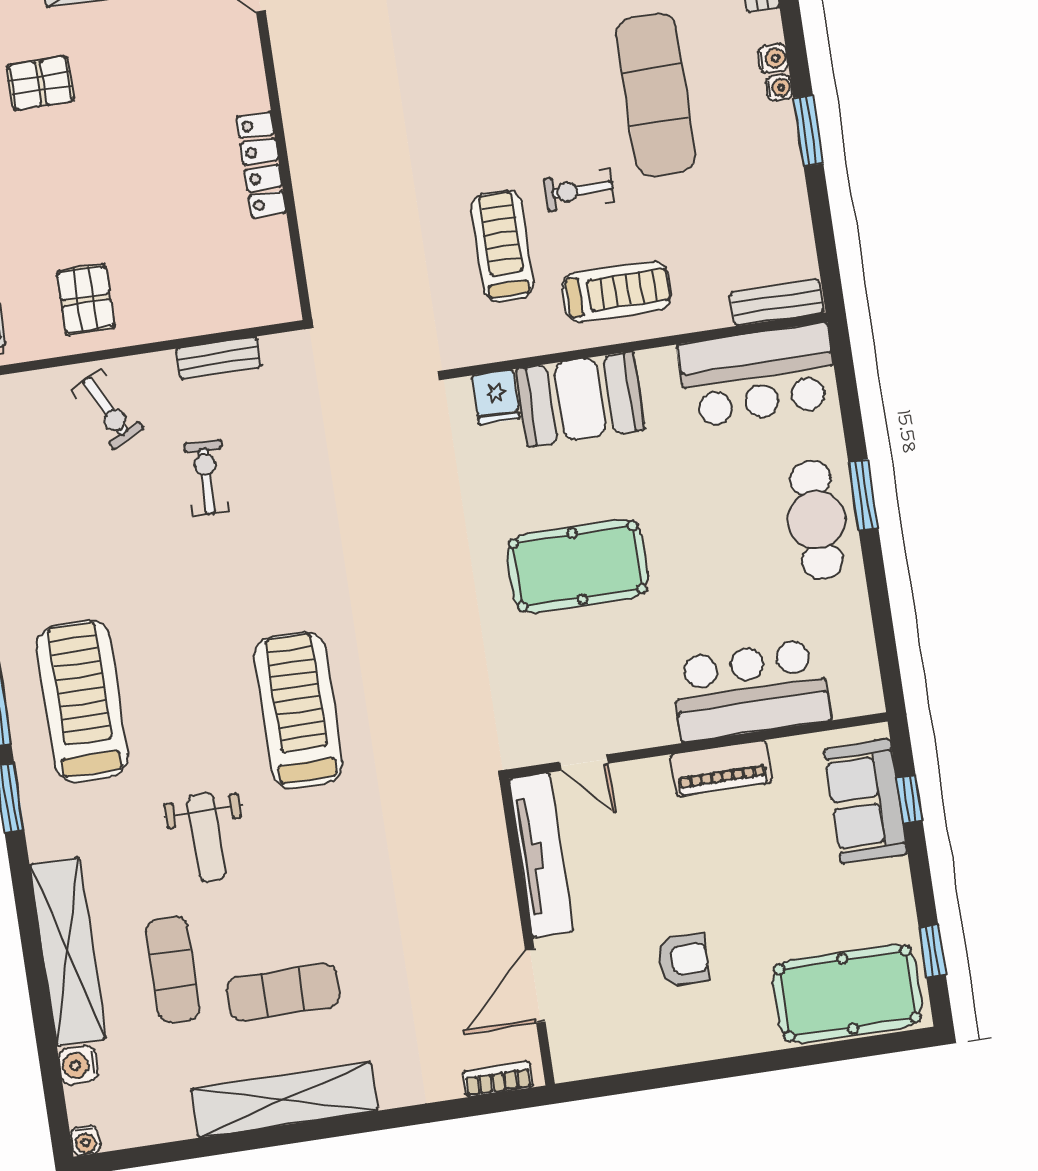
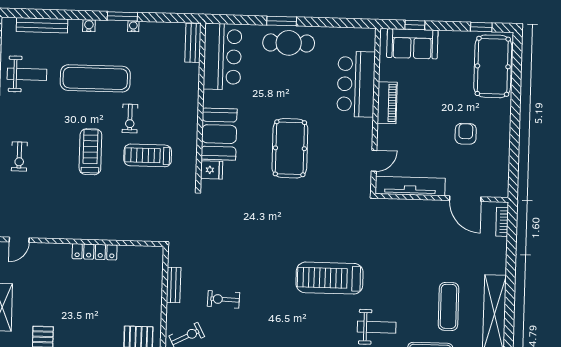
water cooler: (779, 88) -> (133, 26), moved
treadmill: (617, 291) -> (90, 152), moved

